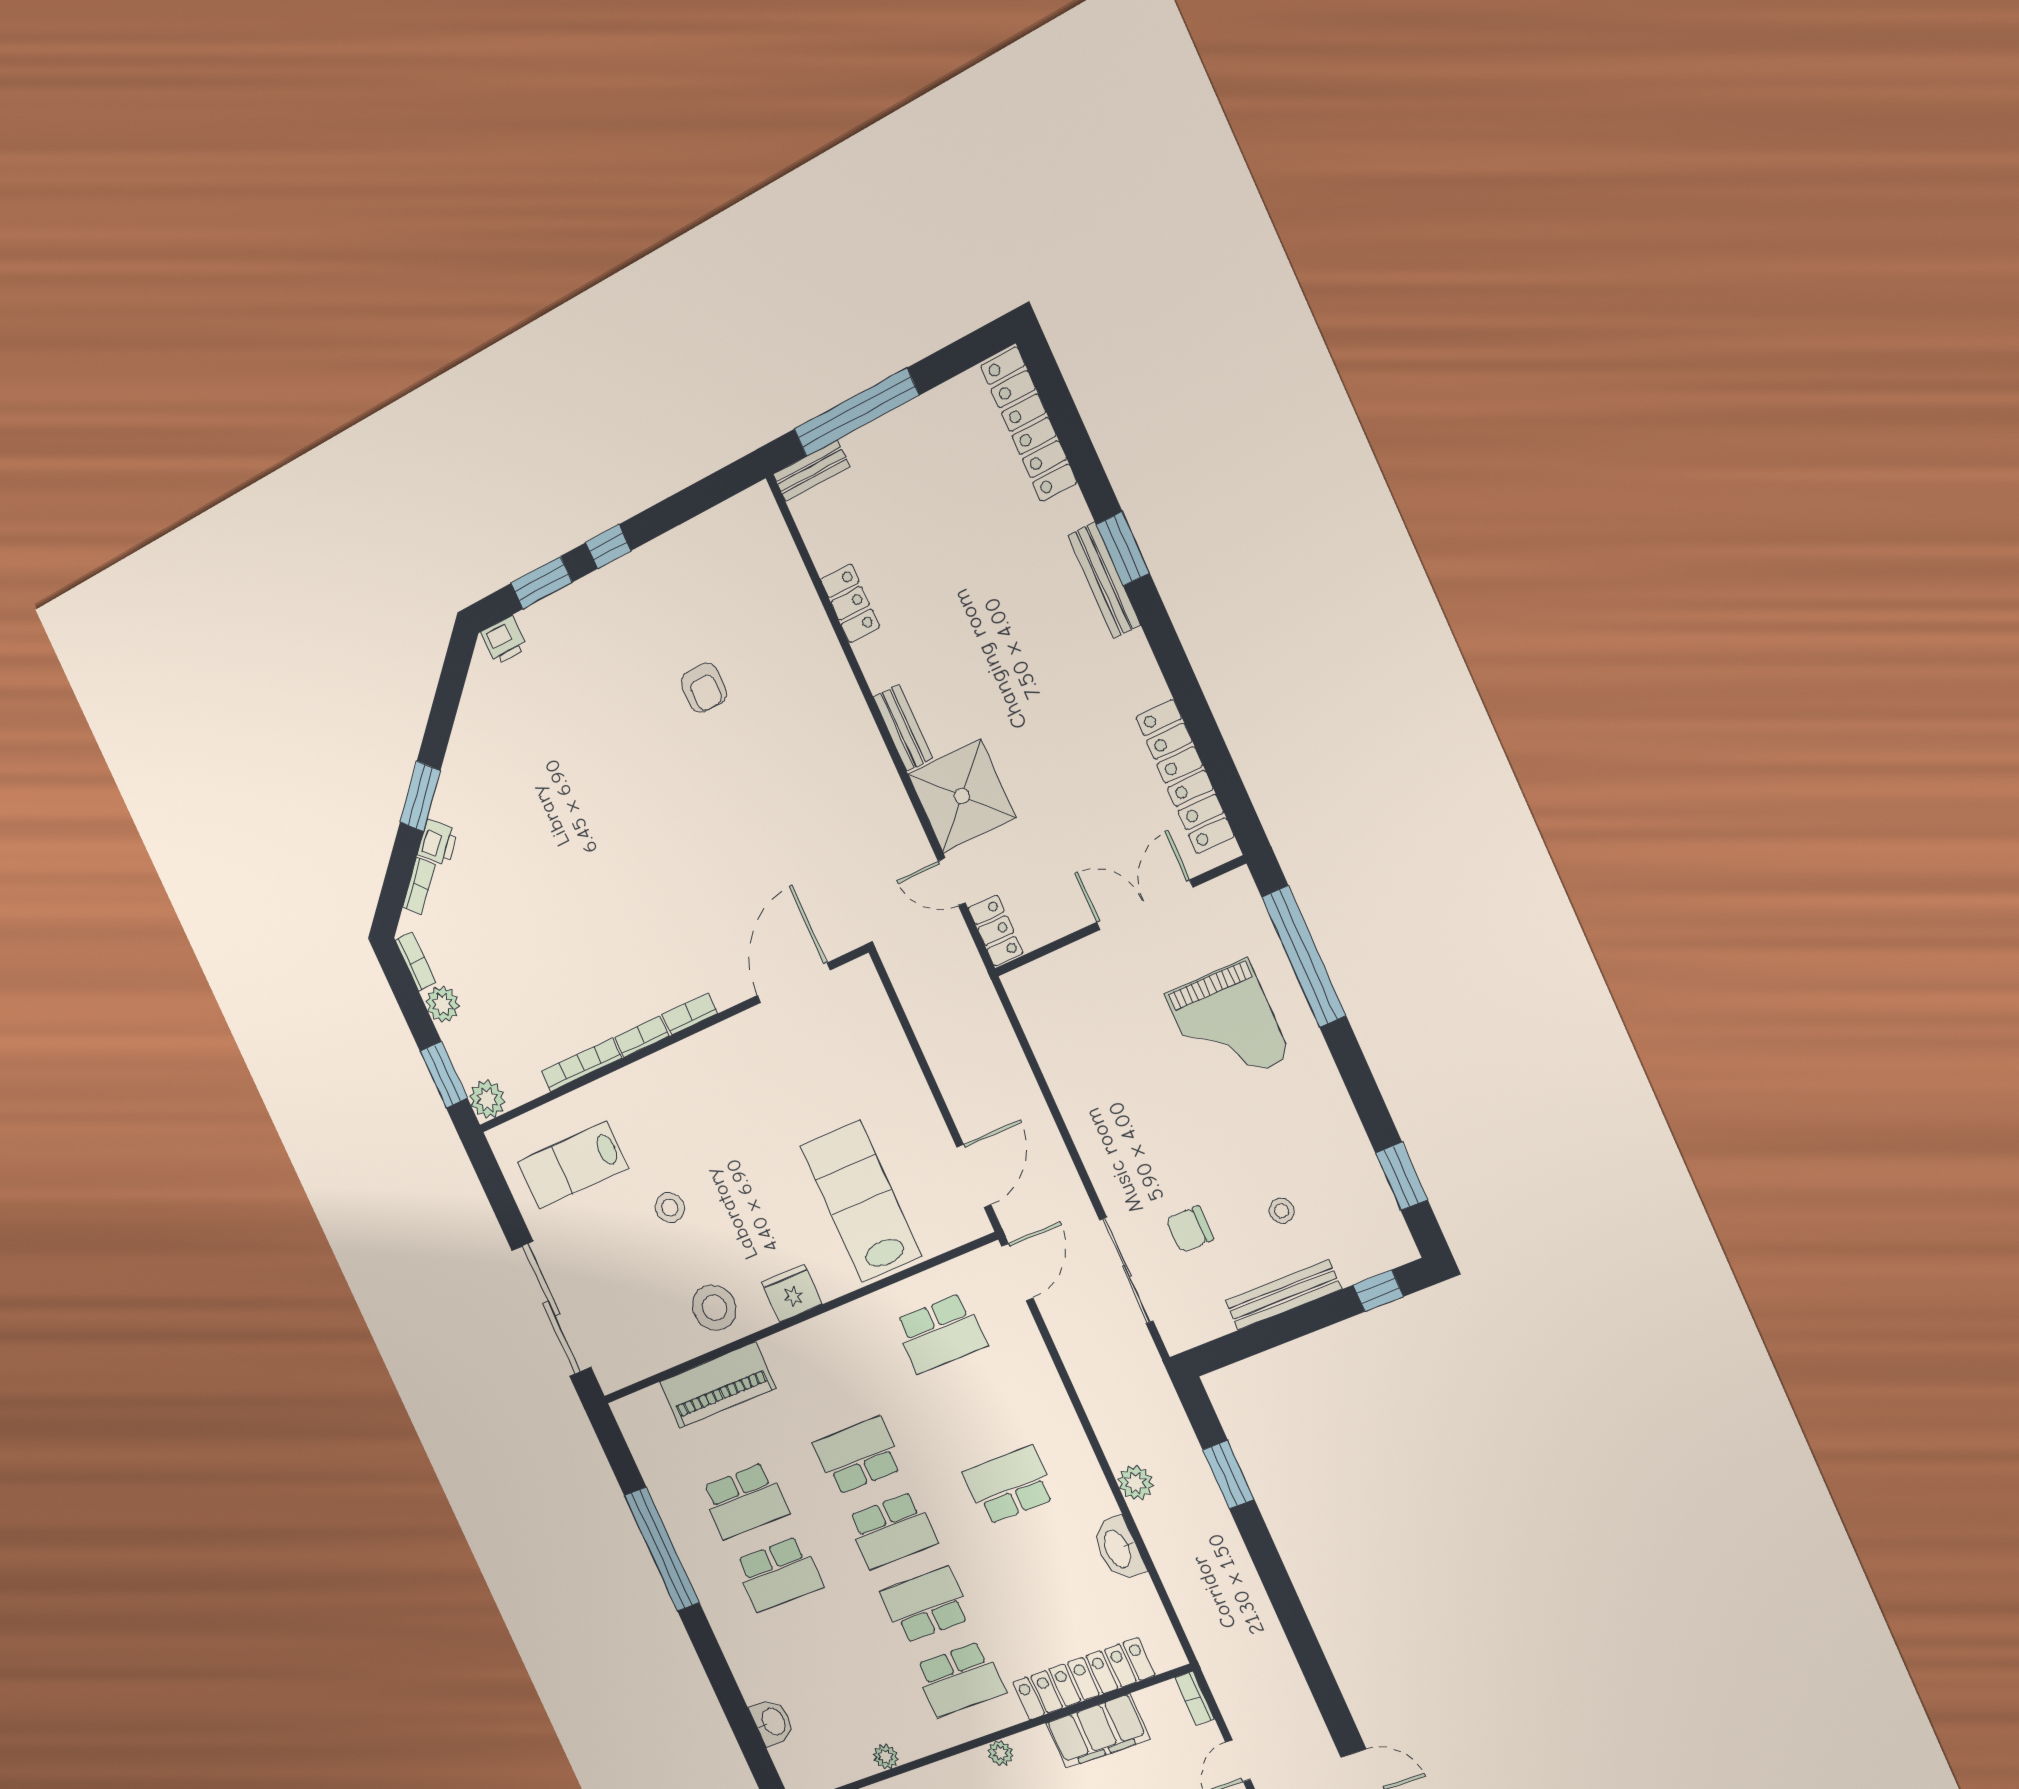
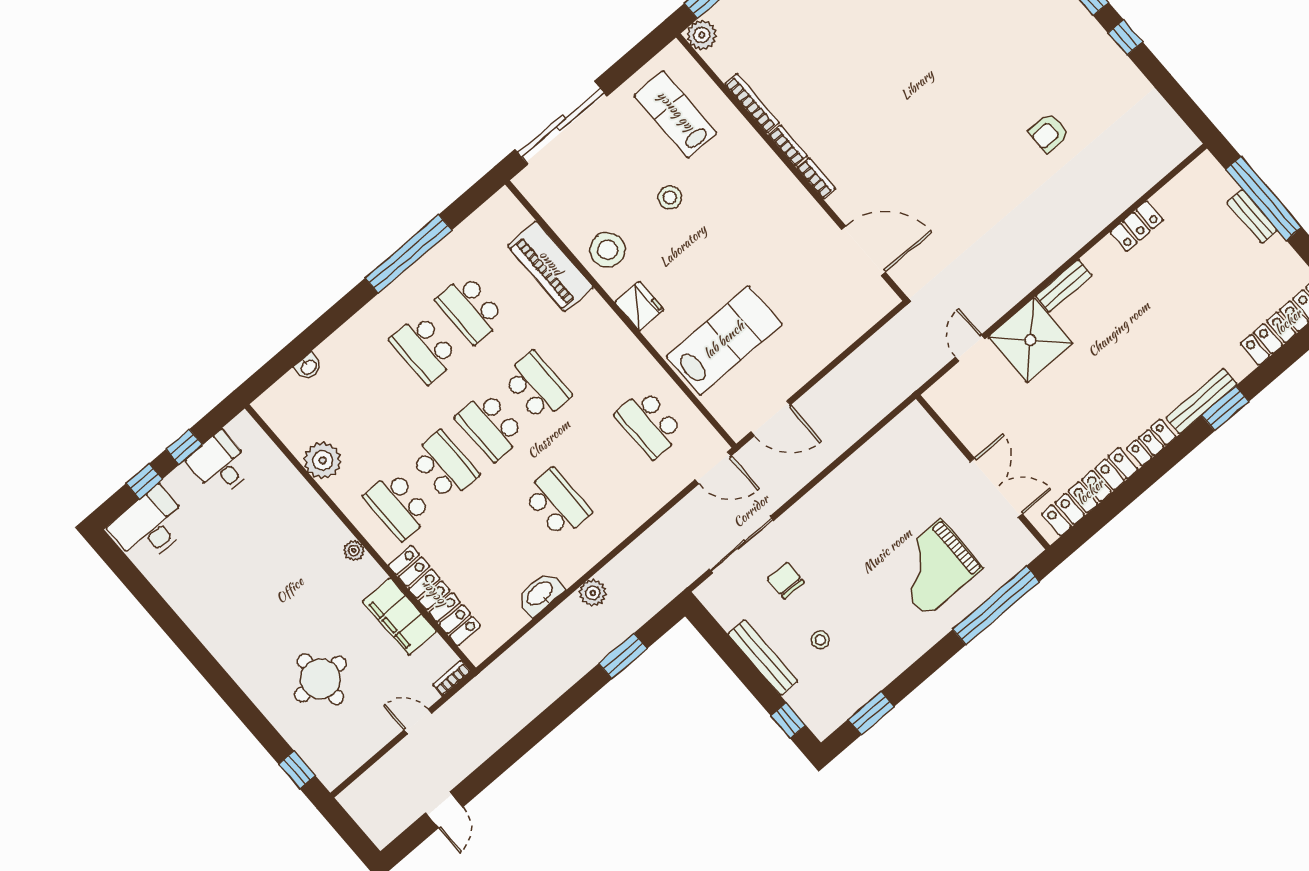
bench: (811, 471) -> (1252, 216), moved
locker: (996, 930) -> (1151, 443), moved, turned 180
washbasin: (772, 1722) -> (308, 367), width x0.72, depth x0.69
plant: (886, 1757) -> (323, 460), width x1.88, depth x1.88

